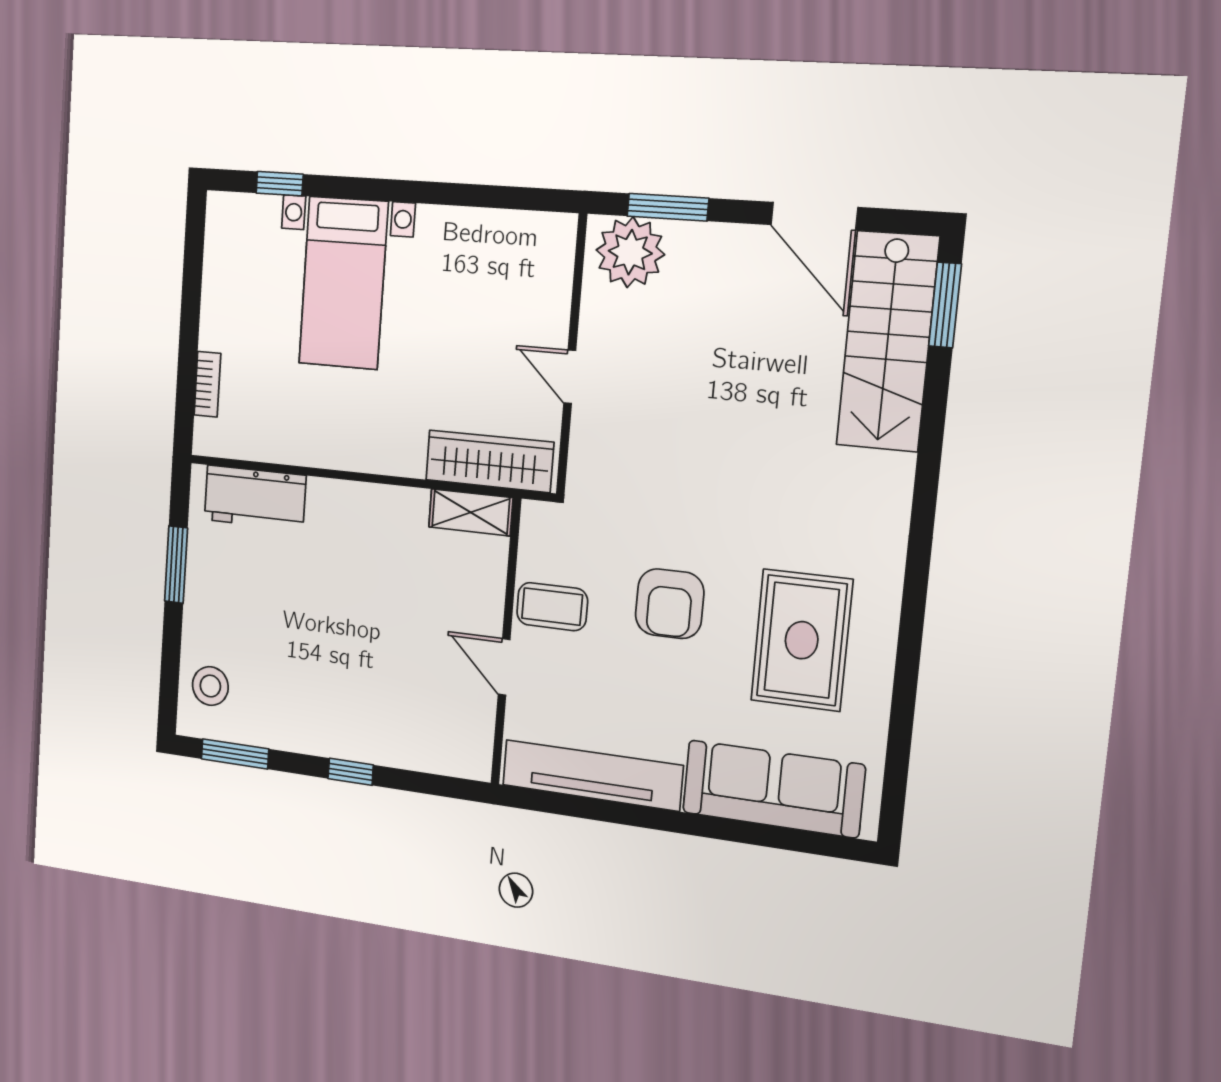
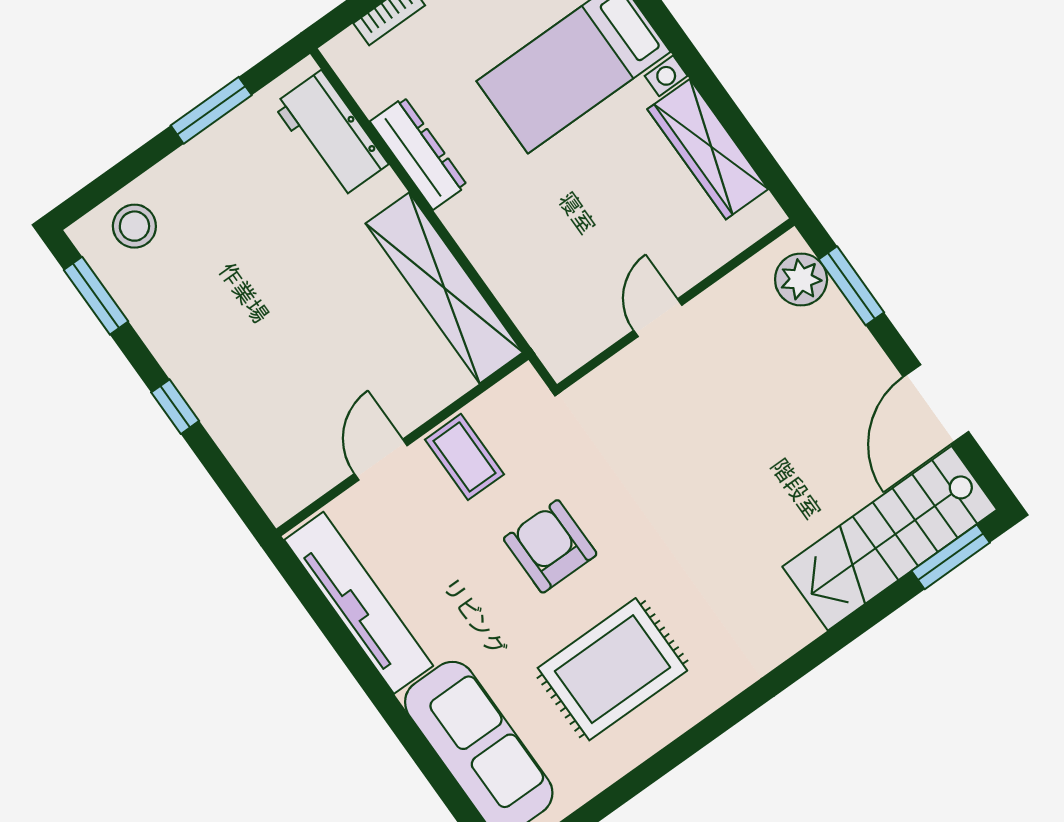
plant: (630, 252) -> (801, 279), width x0.73, depth x0.73
dresser: (316, 448) -> (419, 153), added
wardrobe: (489, 461) -> (708, 149), moved, turned 180
shelving: (471, 512) -> (444, 288), width x2.20, depth x1.33
armchair: (670, 604) -> (550, 546), turned 90

